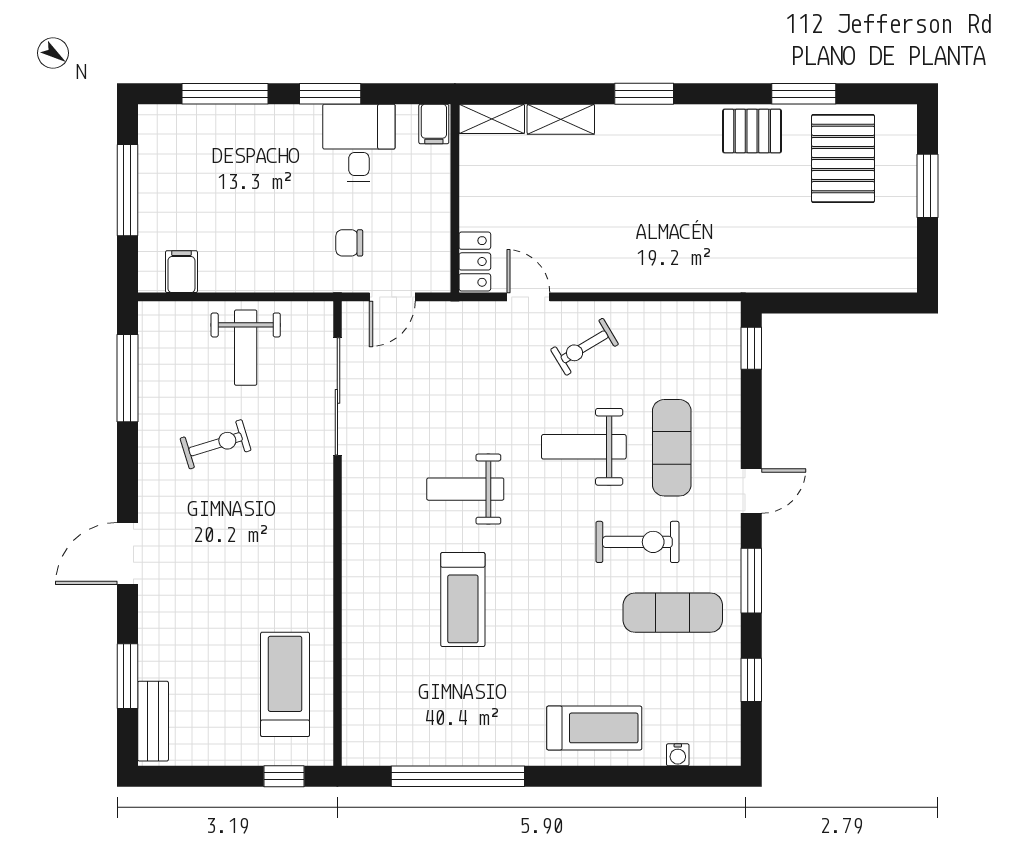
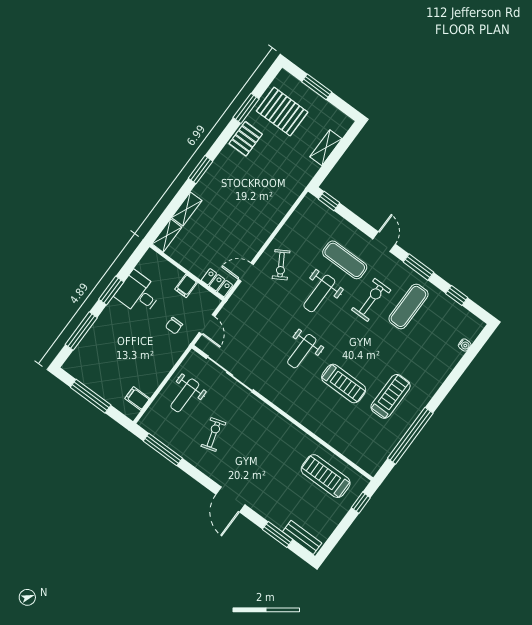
filing cabinet: (434, 124) -> (186, 286), moved, turned 90
shelving: (836, 277) -> (326, 148), added
weight bench: (246, 348) -> (185, 395), turned 90
treadmill: (594, 728) -> (391, 396), moved

